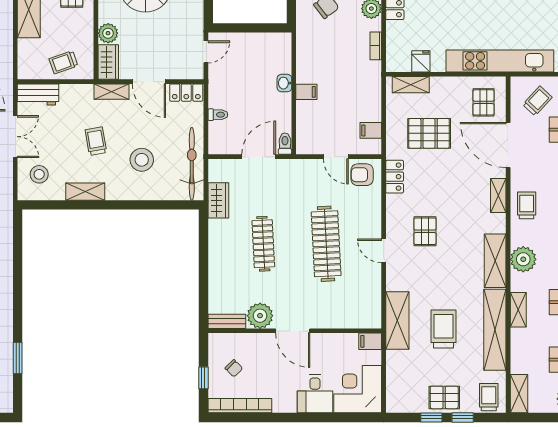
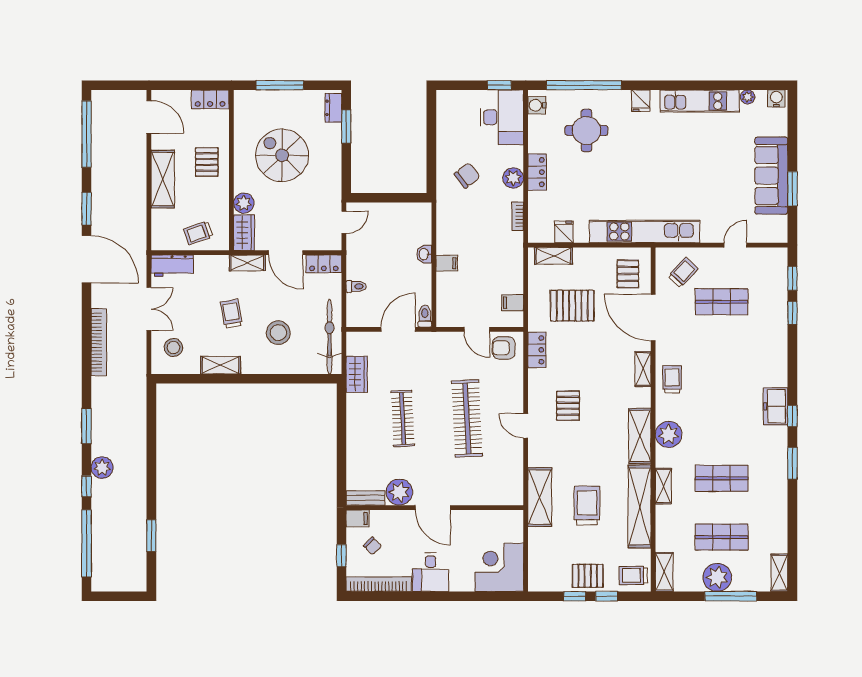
filing cabinet: (370, 341) -> (358, 518), moved, turned 180
desk: (315, 394) -> (431, 572), moved
trolley: (489, 397) -> (633, 575), turned -90

